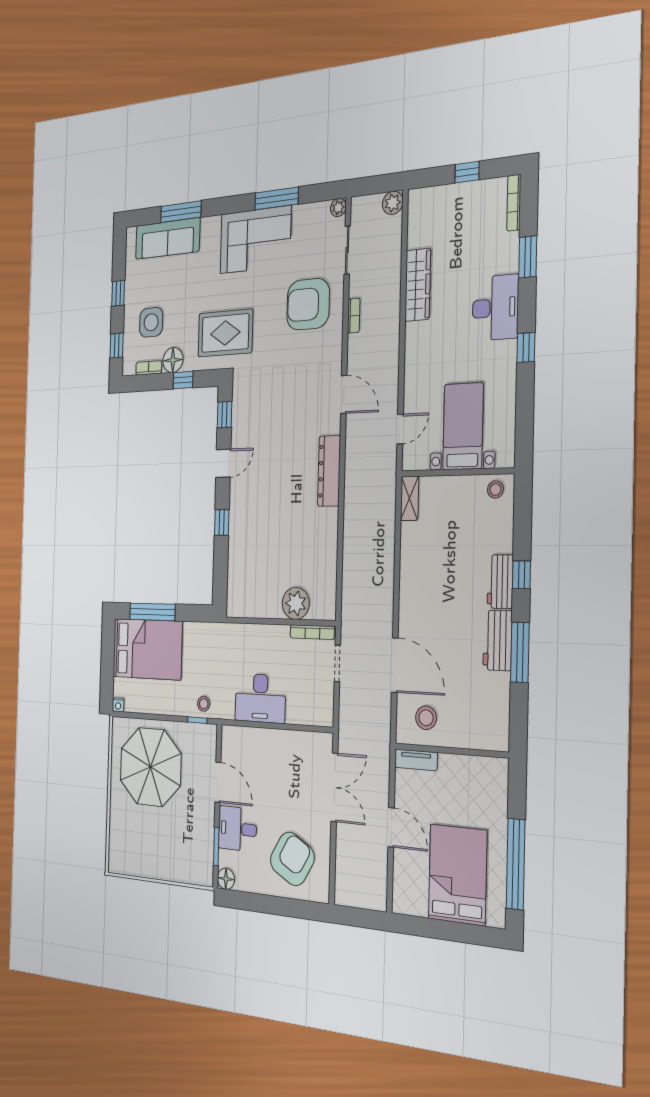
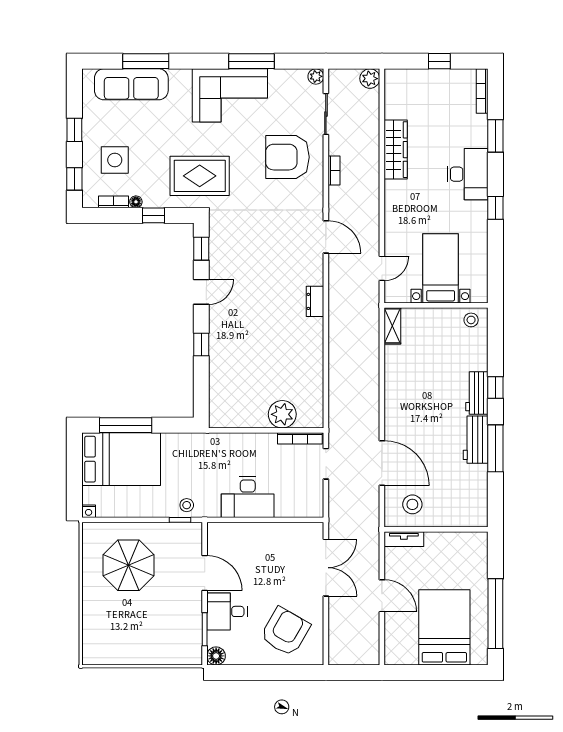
floor lamp: (173, 360) -> (136, 202), width x0.53, depth x0.53
dresser: (329, 471) -> (315, 301), width x0.51, depth x0.80
parasol: (151, 767) -> (129, 565), width x0.73, depth x0.73

